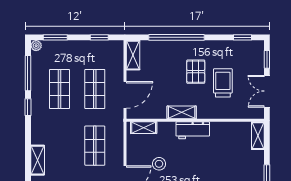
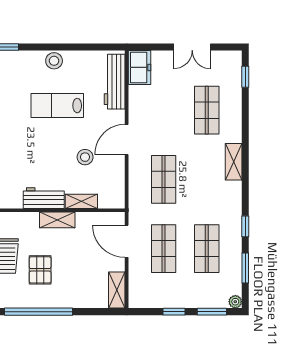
window: (99, 37) -> (174, 312), moved
window: (176, 37) -> (38, 312), moved
window: (28, 73) -> (245, 268), width x0.69
door: (125, 95) -> (127, 241), hinge flipped
shelving: (144, 128) -> (81, 201), moved

